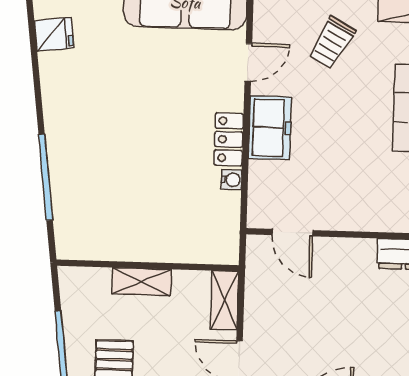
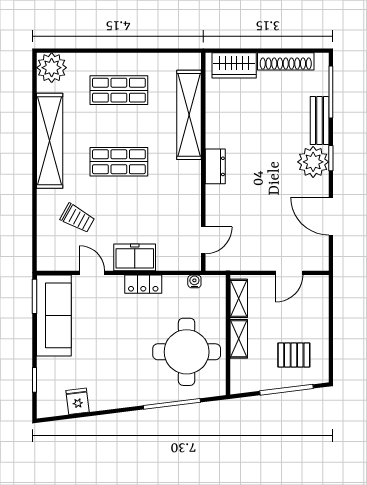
water cooler: (232, 180) -> (194, 281), moved
round table: (124, 202) -> (187, 352), added
shelving: (225, 300) -> (239, 298), moved, turned 90

